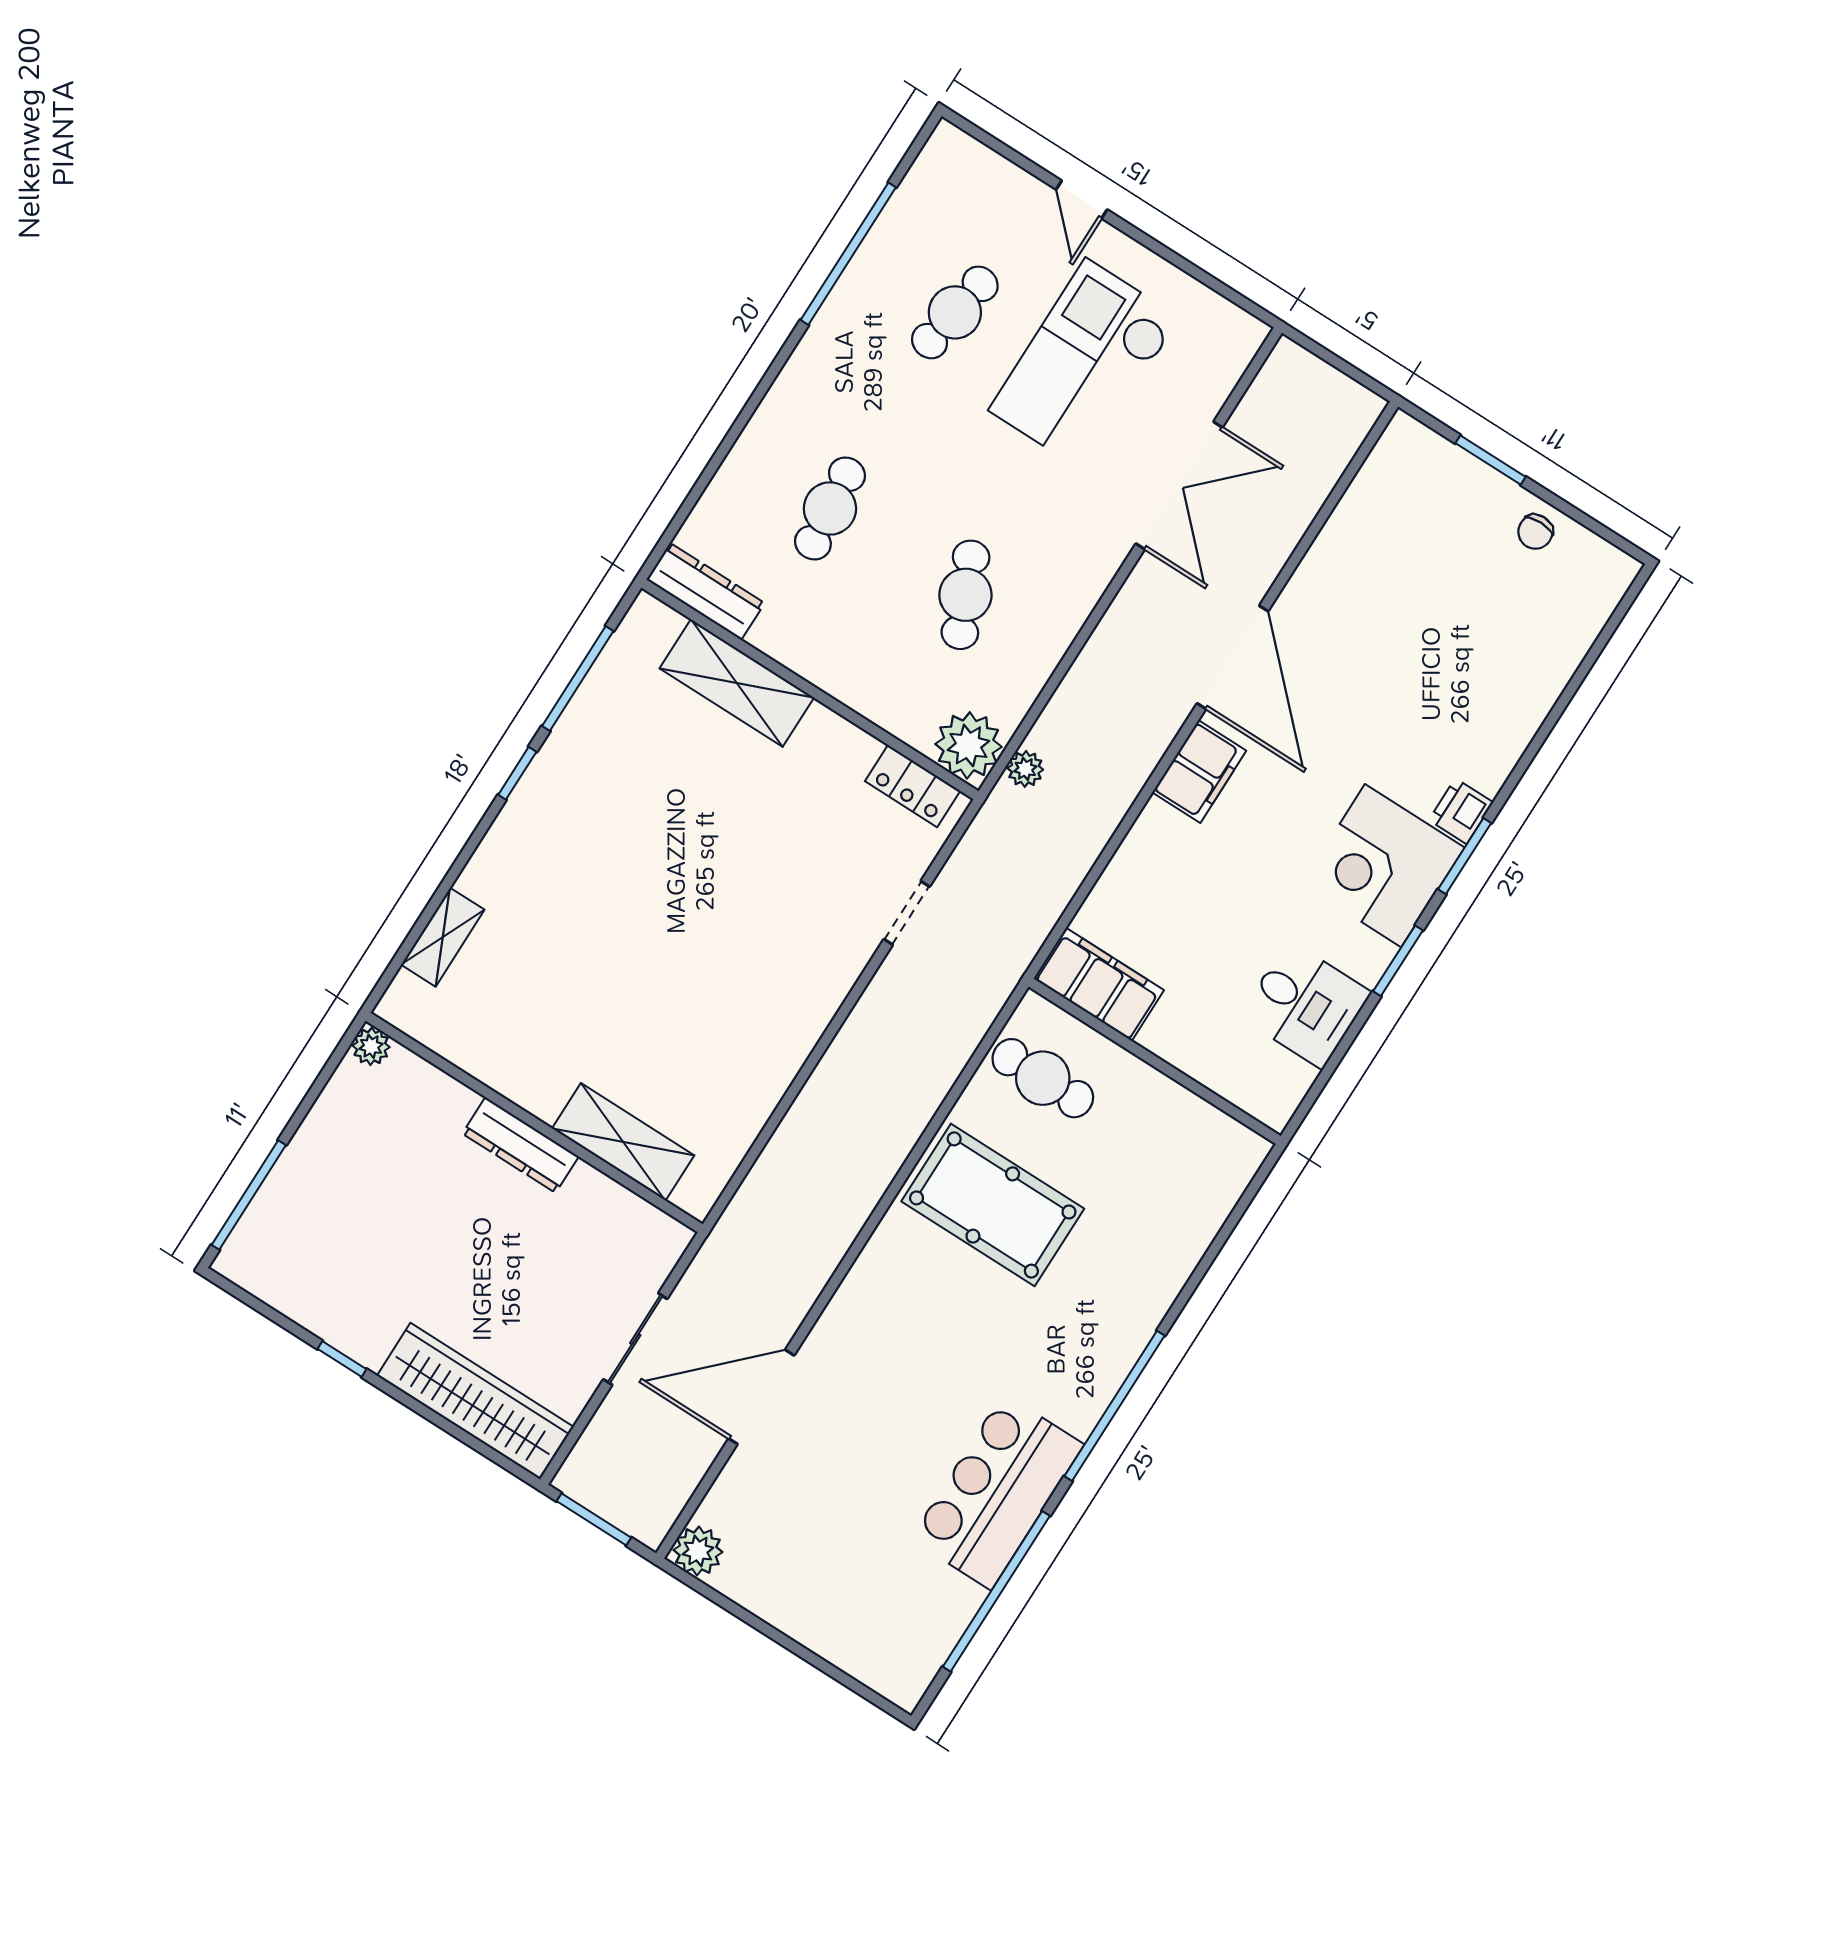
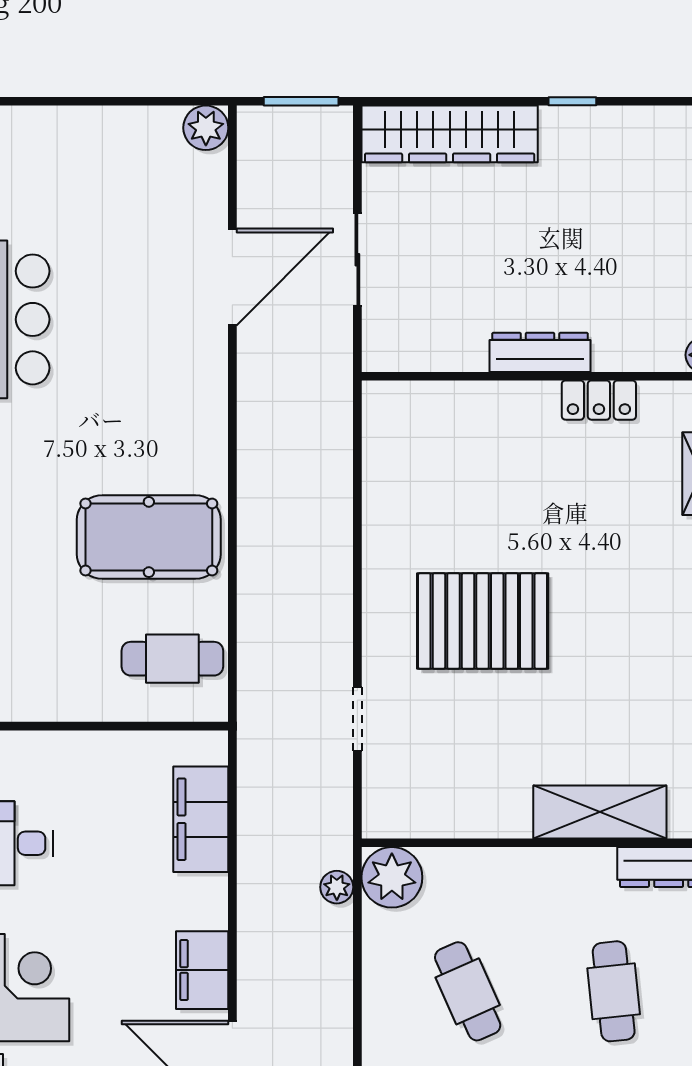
locker: (913, 786) -> (599, 400), moved, turned 180
pallet: (733, 930) -> (483, 621), added
filing cabinet: (1099, 984) -> (201, 819), moved, turned 90
shelving: (623, 1142) -> (463, 405), removed

